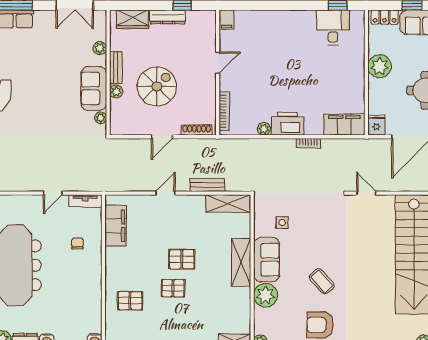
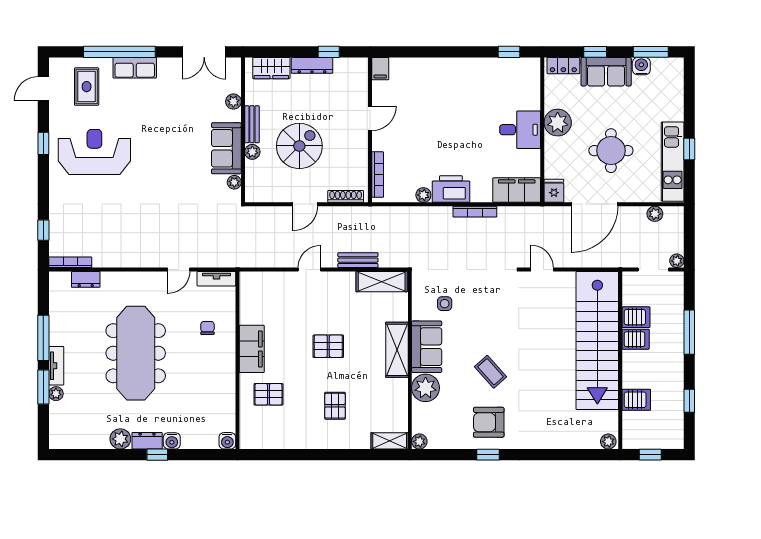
desk: (333, 27) -> (520, 130), moved, turned 90
bookcase: (308, 143) -> (475, 212), width x1.56
filing cabinet: (116, 226) -> (252, 349), moved
pallet: (173, 288) -> (335, 406), moved, turned 90

